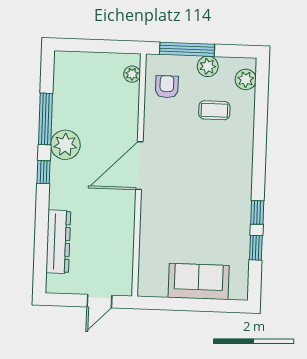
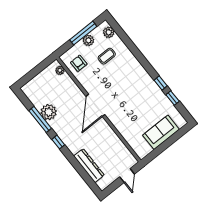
window: (187, 49) -> (83, 33), moved
plant: (65, 145) -> (49, 112), moved

